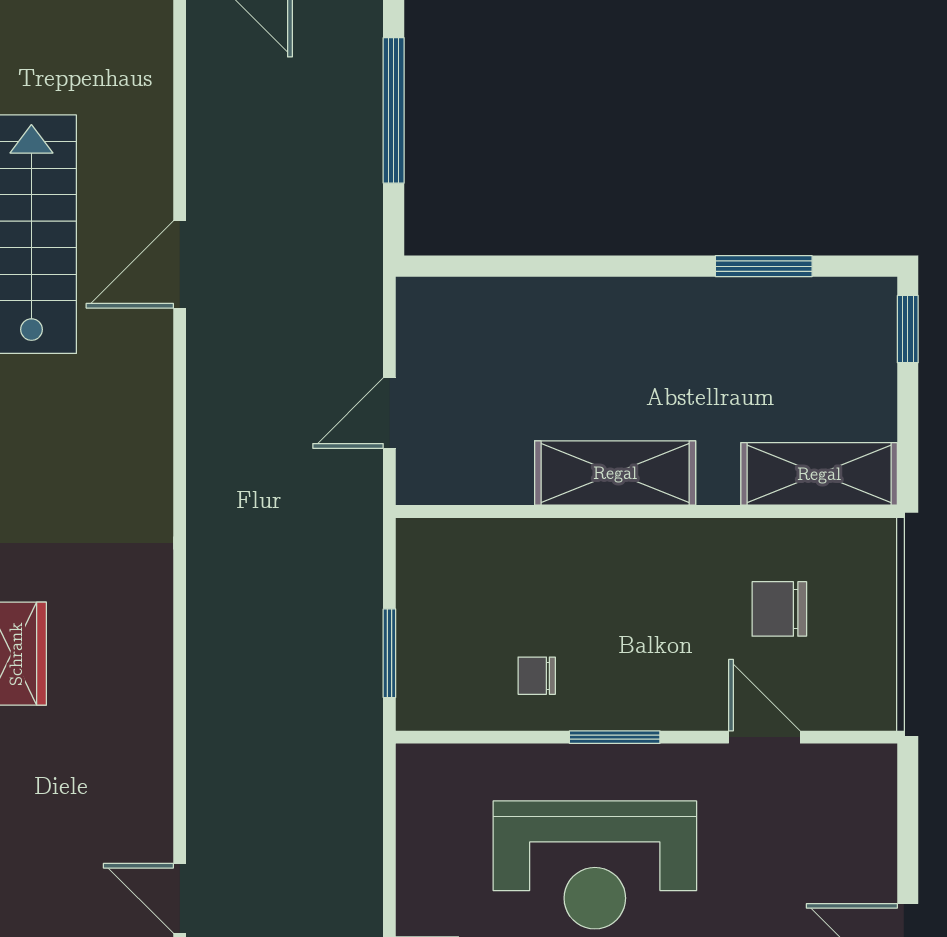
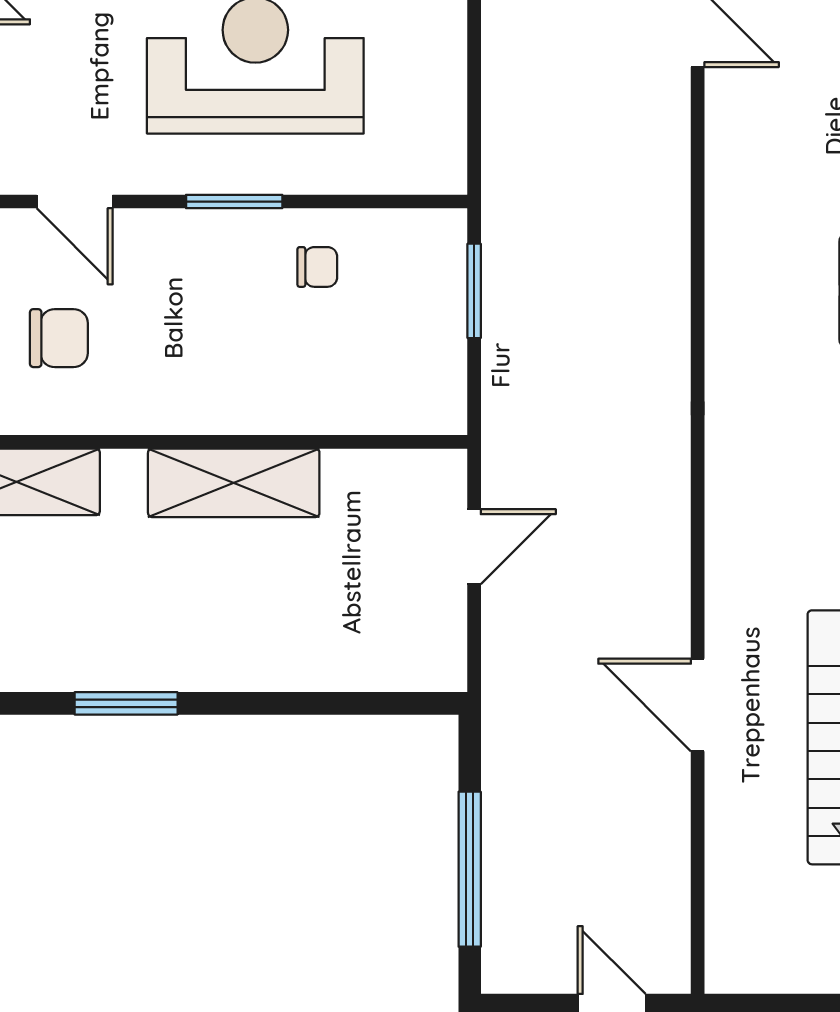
door: (180, 264) -> (698, 705), swing flipped
window: (764, 266) -> (126, 703), moved

